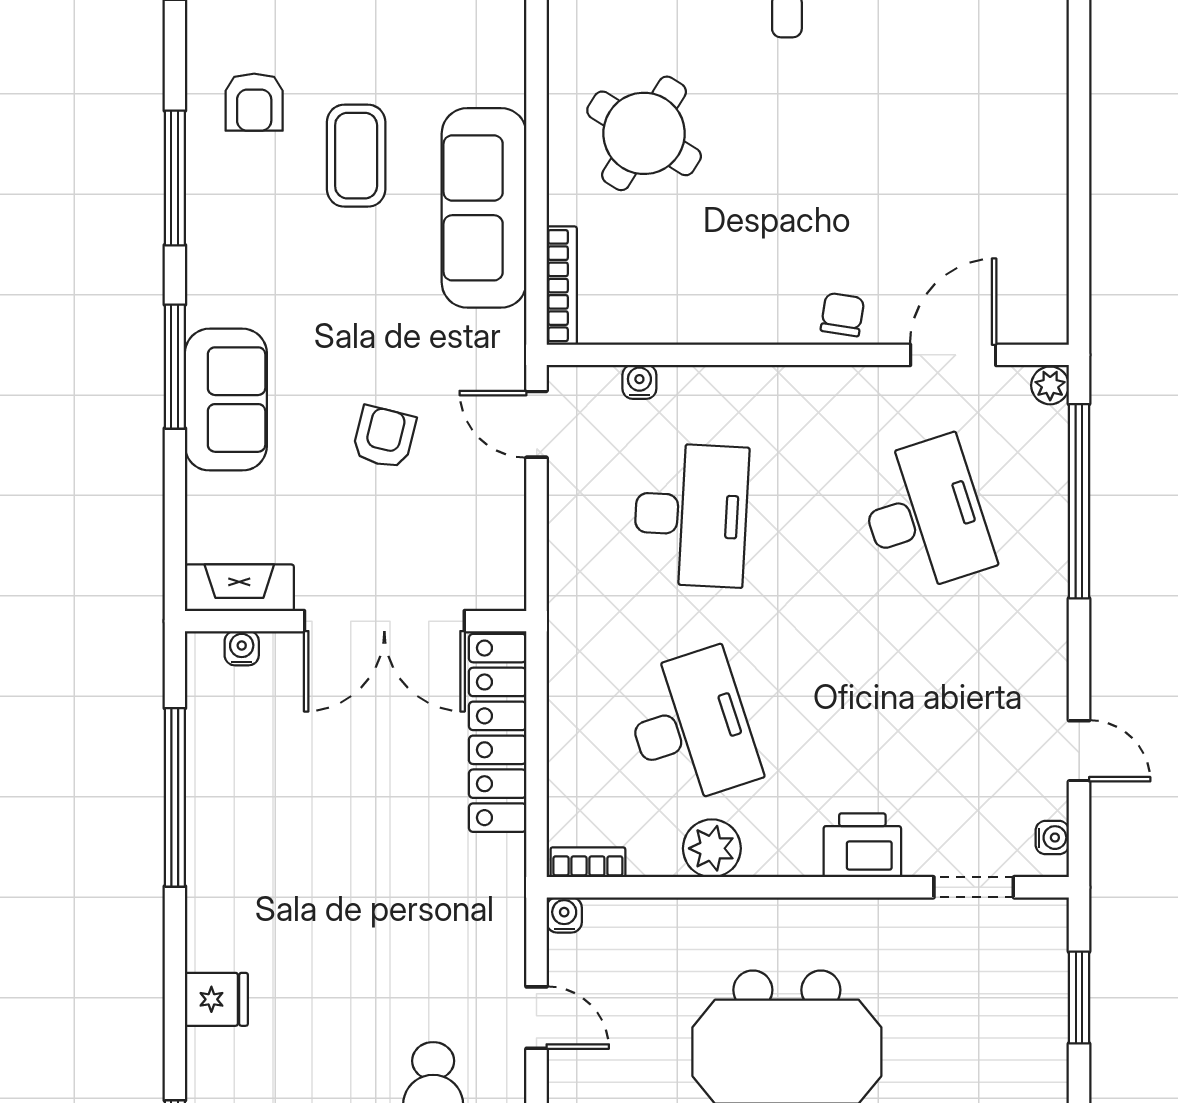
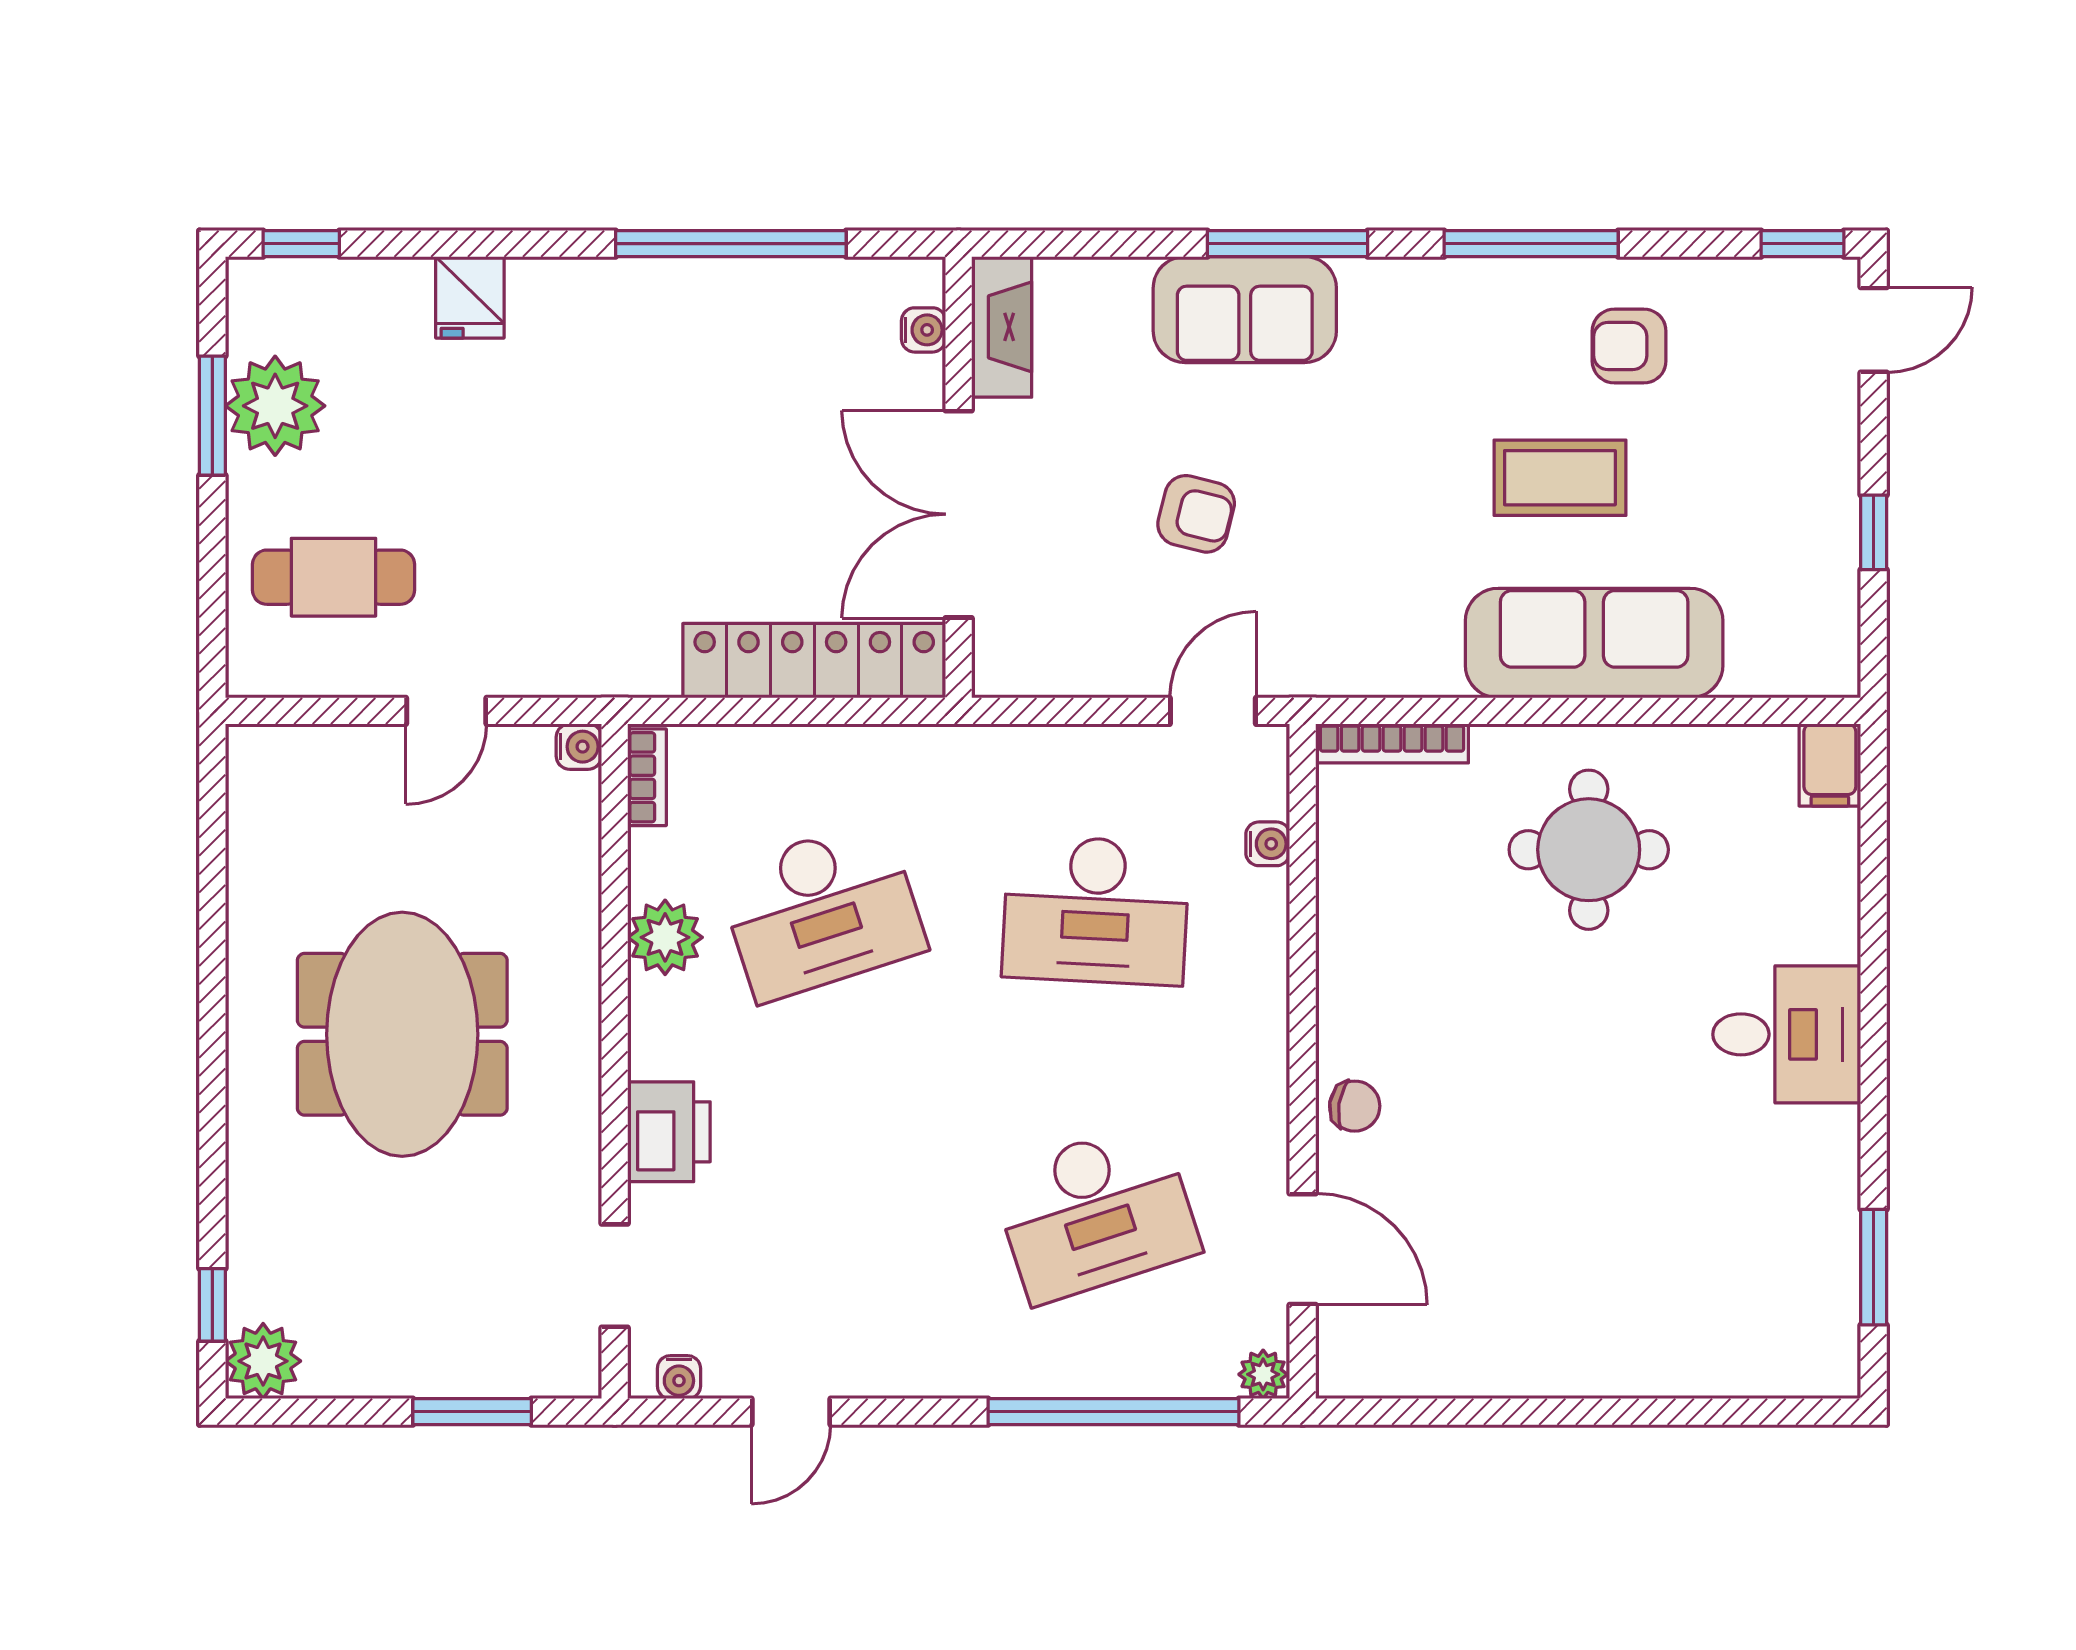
round table: (644, 133) -> (1589, 850), turned -32
sofa: (484, 208) -> (1594, 643), moved

